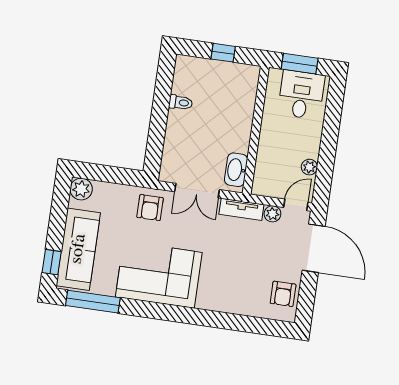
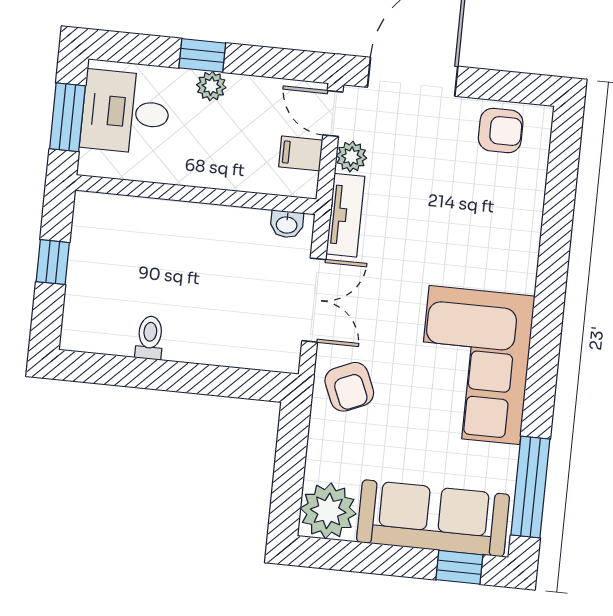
window: (330, 137) -> (202, 55), added
plant: (309, 167) -> (211, 86), moved
washbasin: (236, 170) -> (287, 224), width x0.52, depth x0.69
filing cabinet: (275, 187) -> (301, 153), added
plant: (81, 189) -> (328, 511), width x1.36, depth x1.36
armchair: (150, 208) -> (349, 387), turned 67

